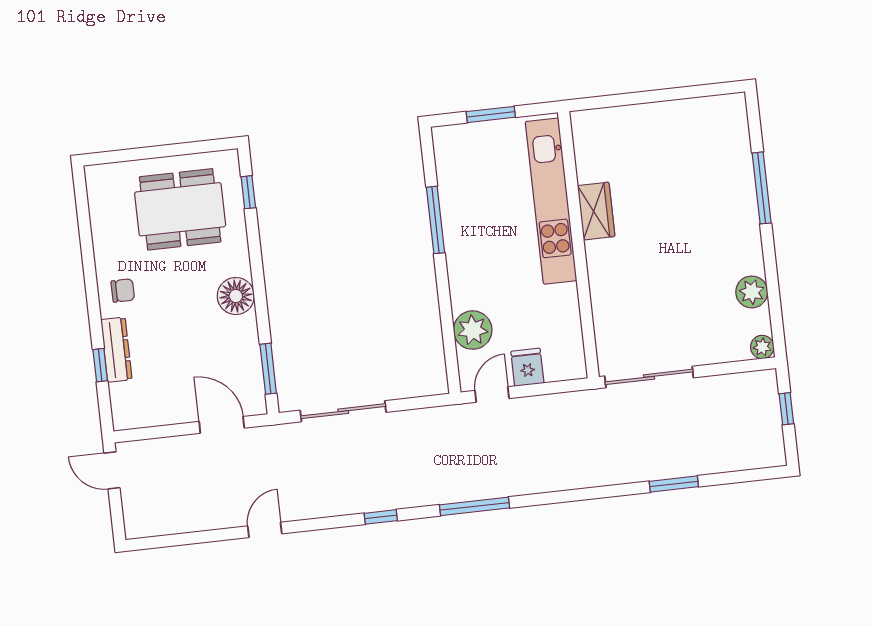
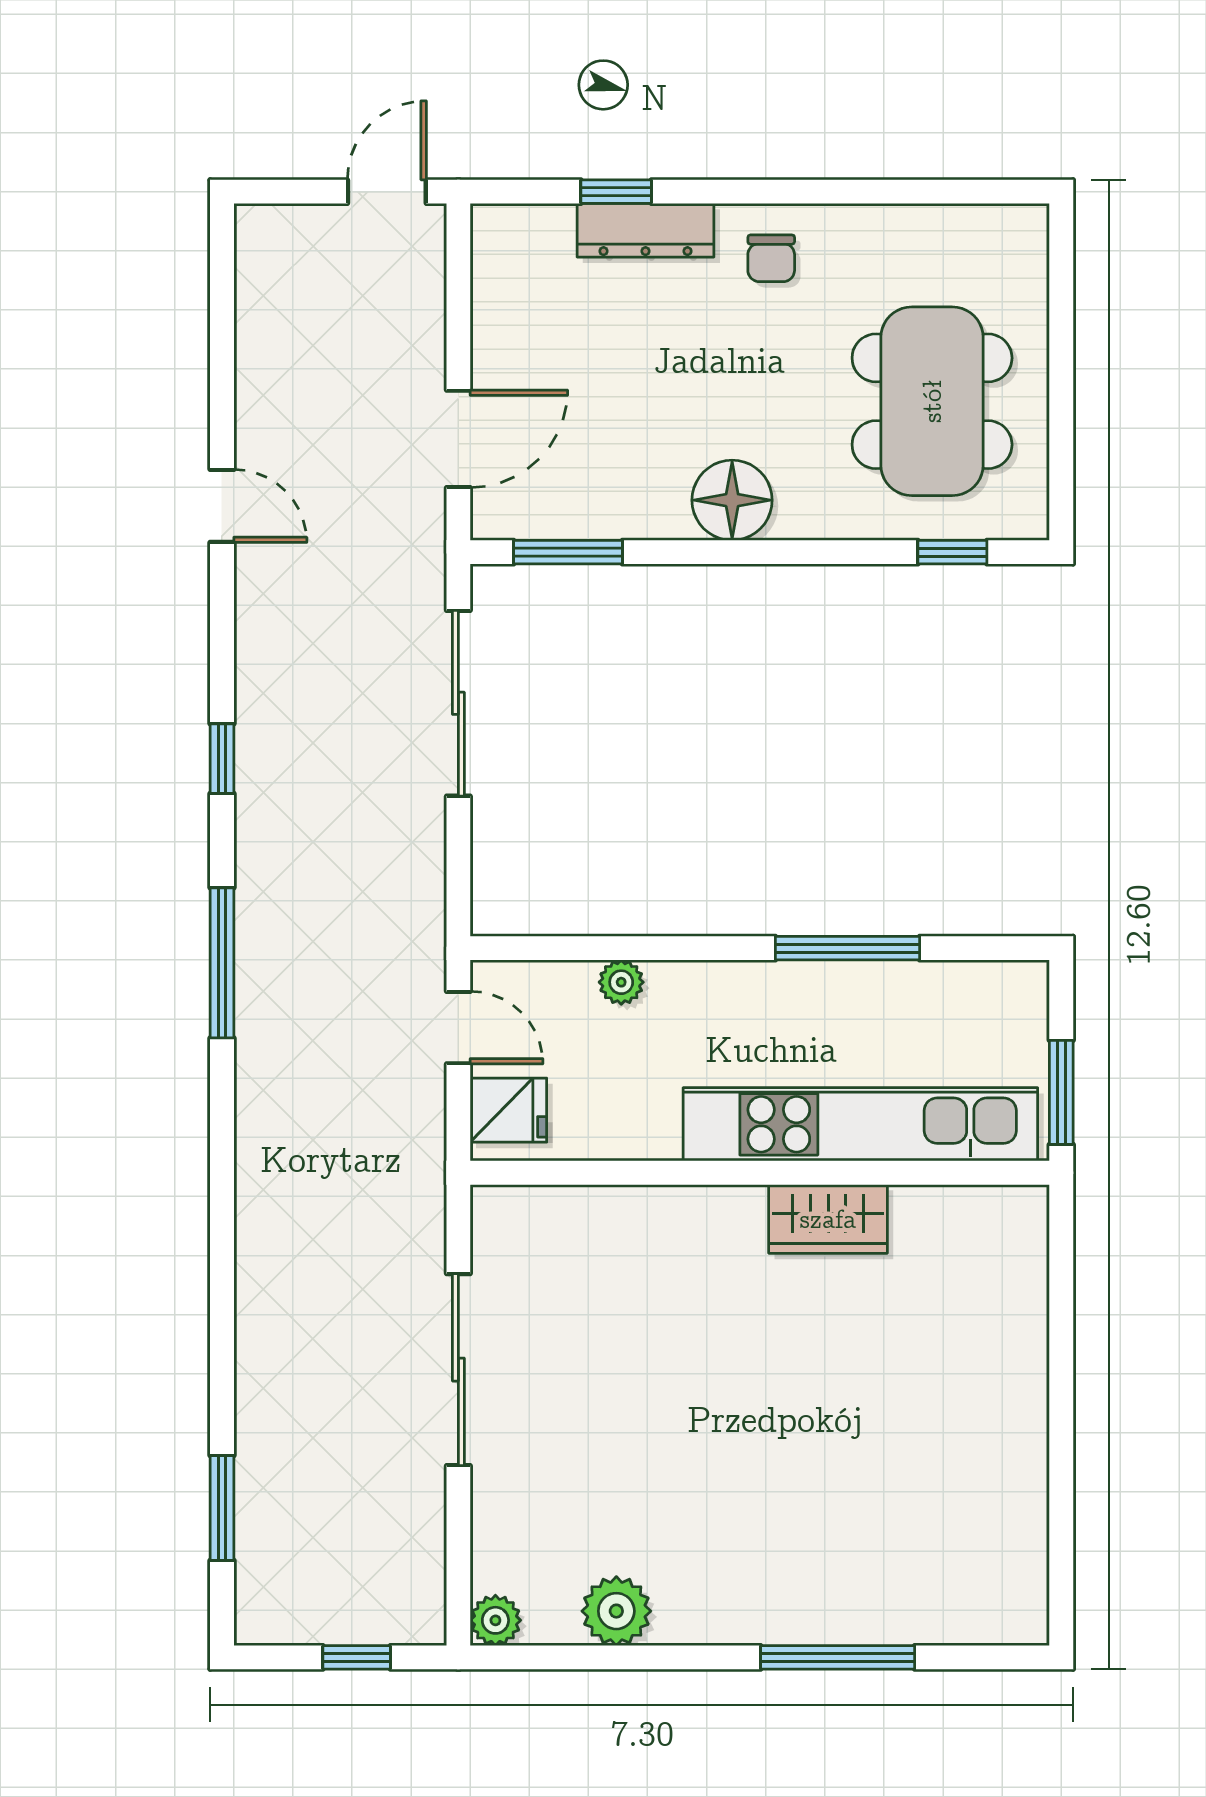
kitchen unit: (551, 201) -> (860, 1124), moved
wardrobe: (596, 211) -> (828, 1219), moved
wall: (578, 245) -> (760, 1173), moved
plant: (473, 330) -> (621, 982), width x0.53, depth x0.53
window: (674, 484) -> (222, 1508), moved

